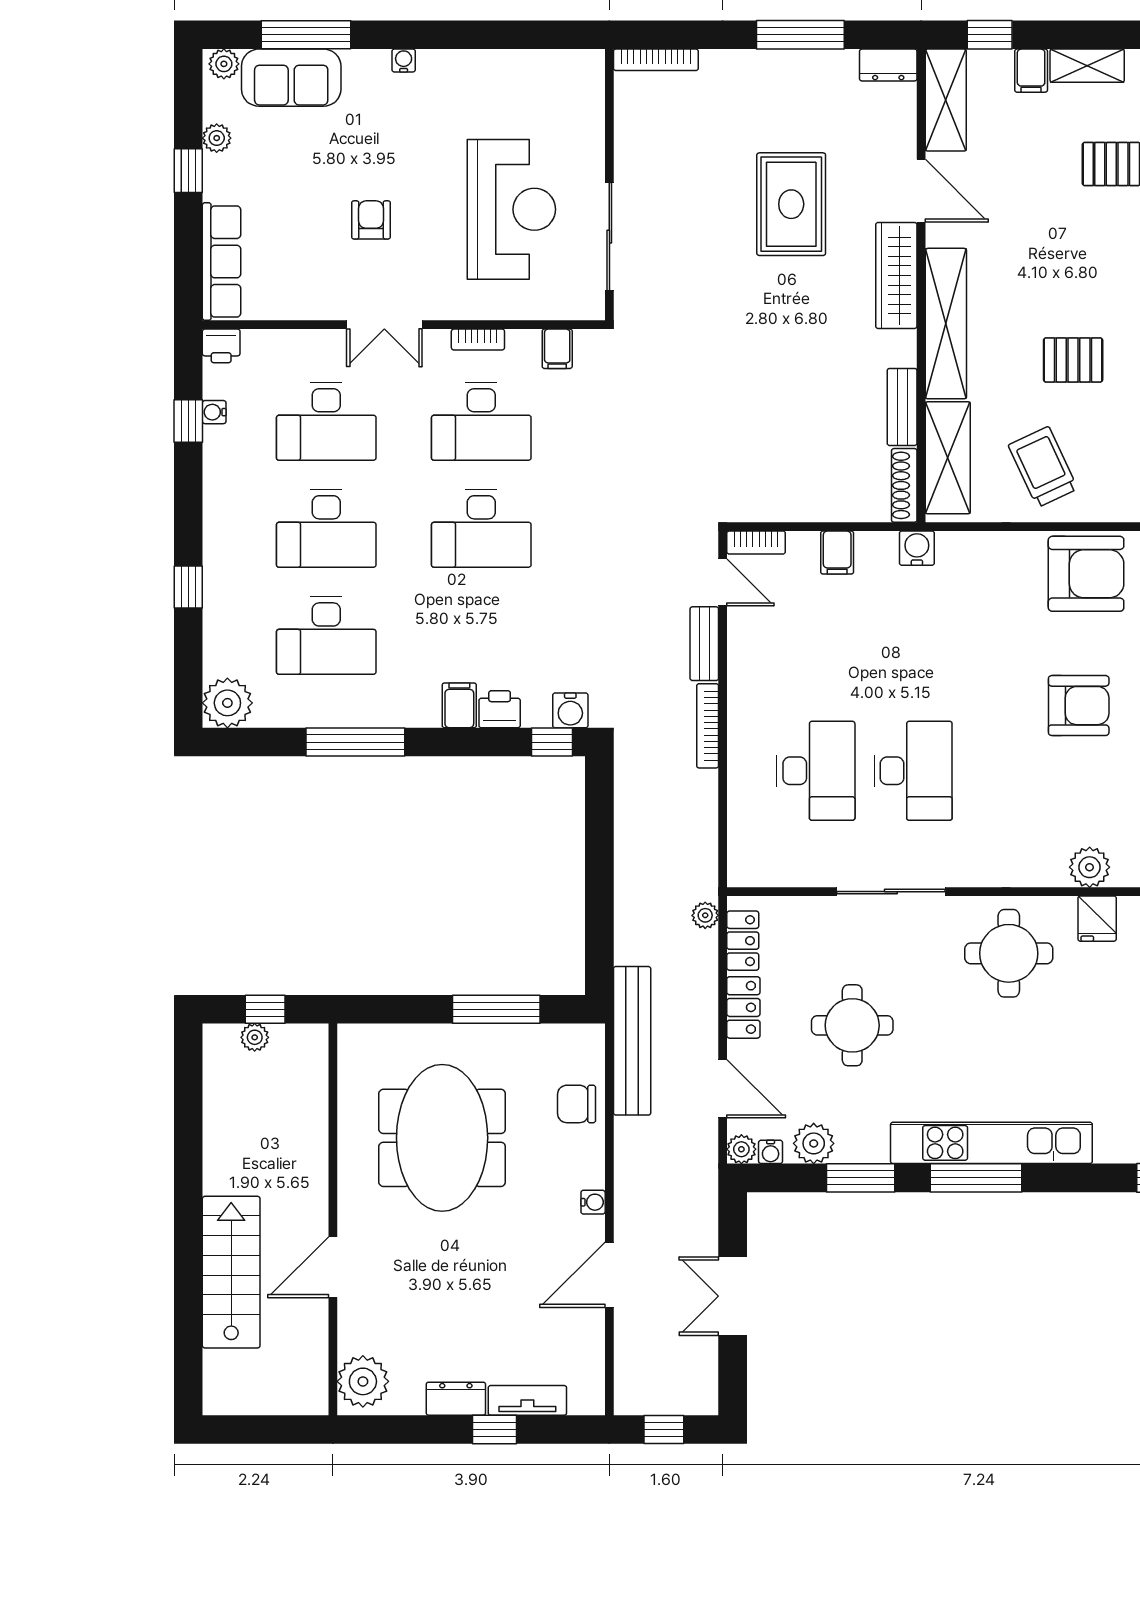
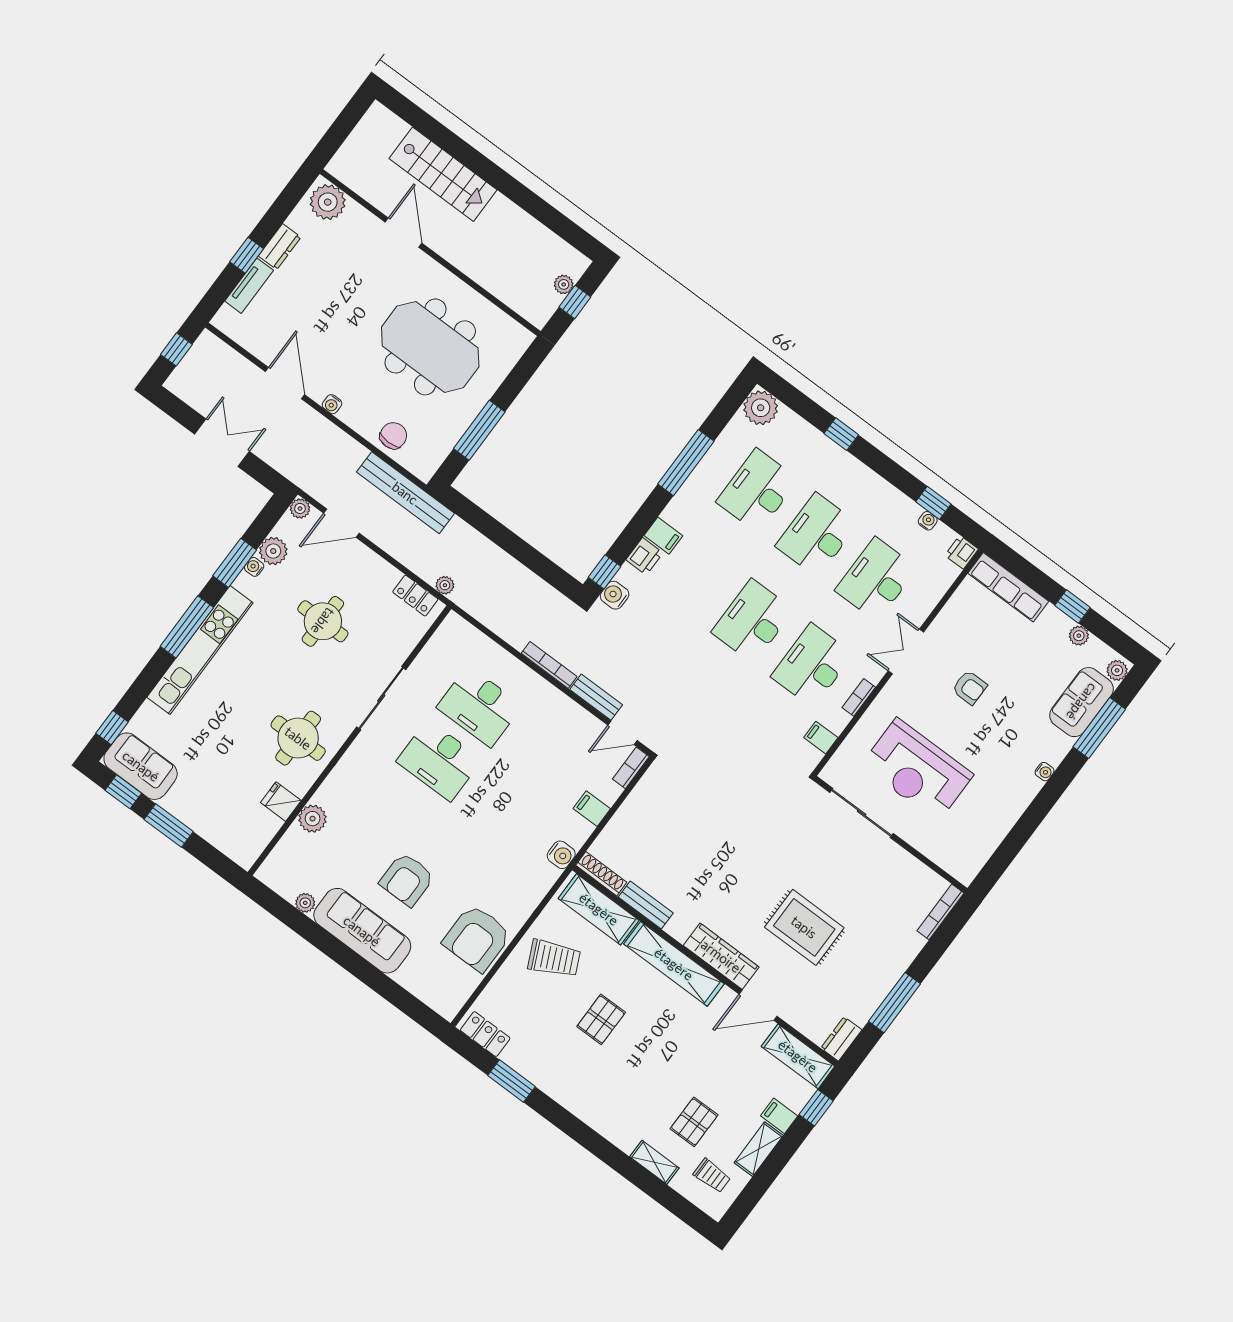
locker: (743, 1007) -> (378, 568), removed
water cooler: (771, 1152) -> (254, 567), moved

